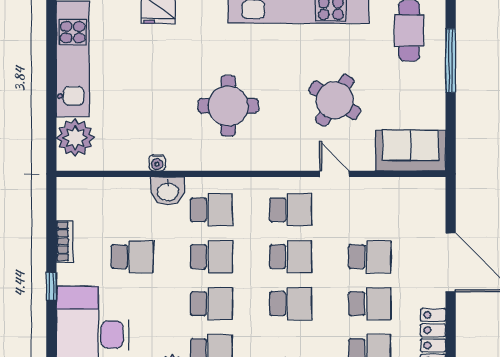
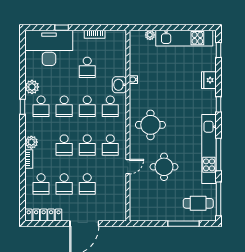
round table: (335, 100) -> (164, 167), turned -32
round table: (228, 106) -> (150, 125), moved
plant: (75, 138) -> (150, 35), width x0.53, depth x0.53
sofa: (411, 151) -> (139, 204), removed
window: (51, 286) -> (62, 28), moved

